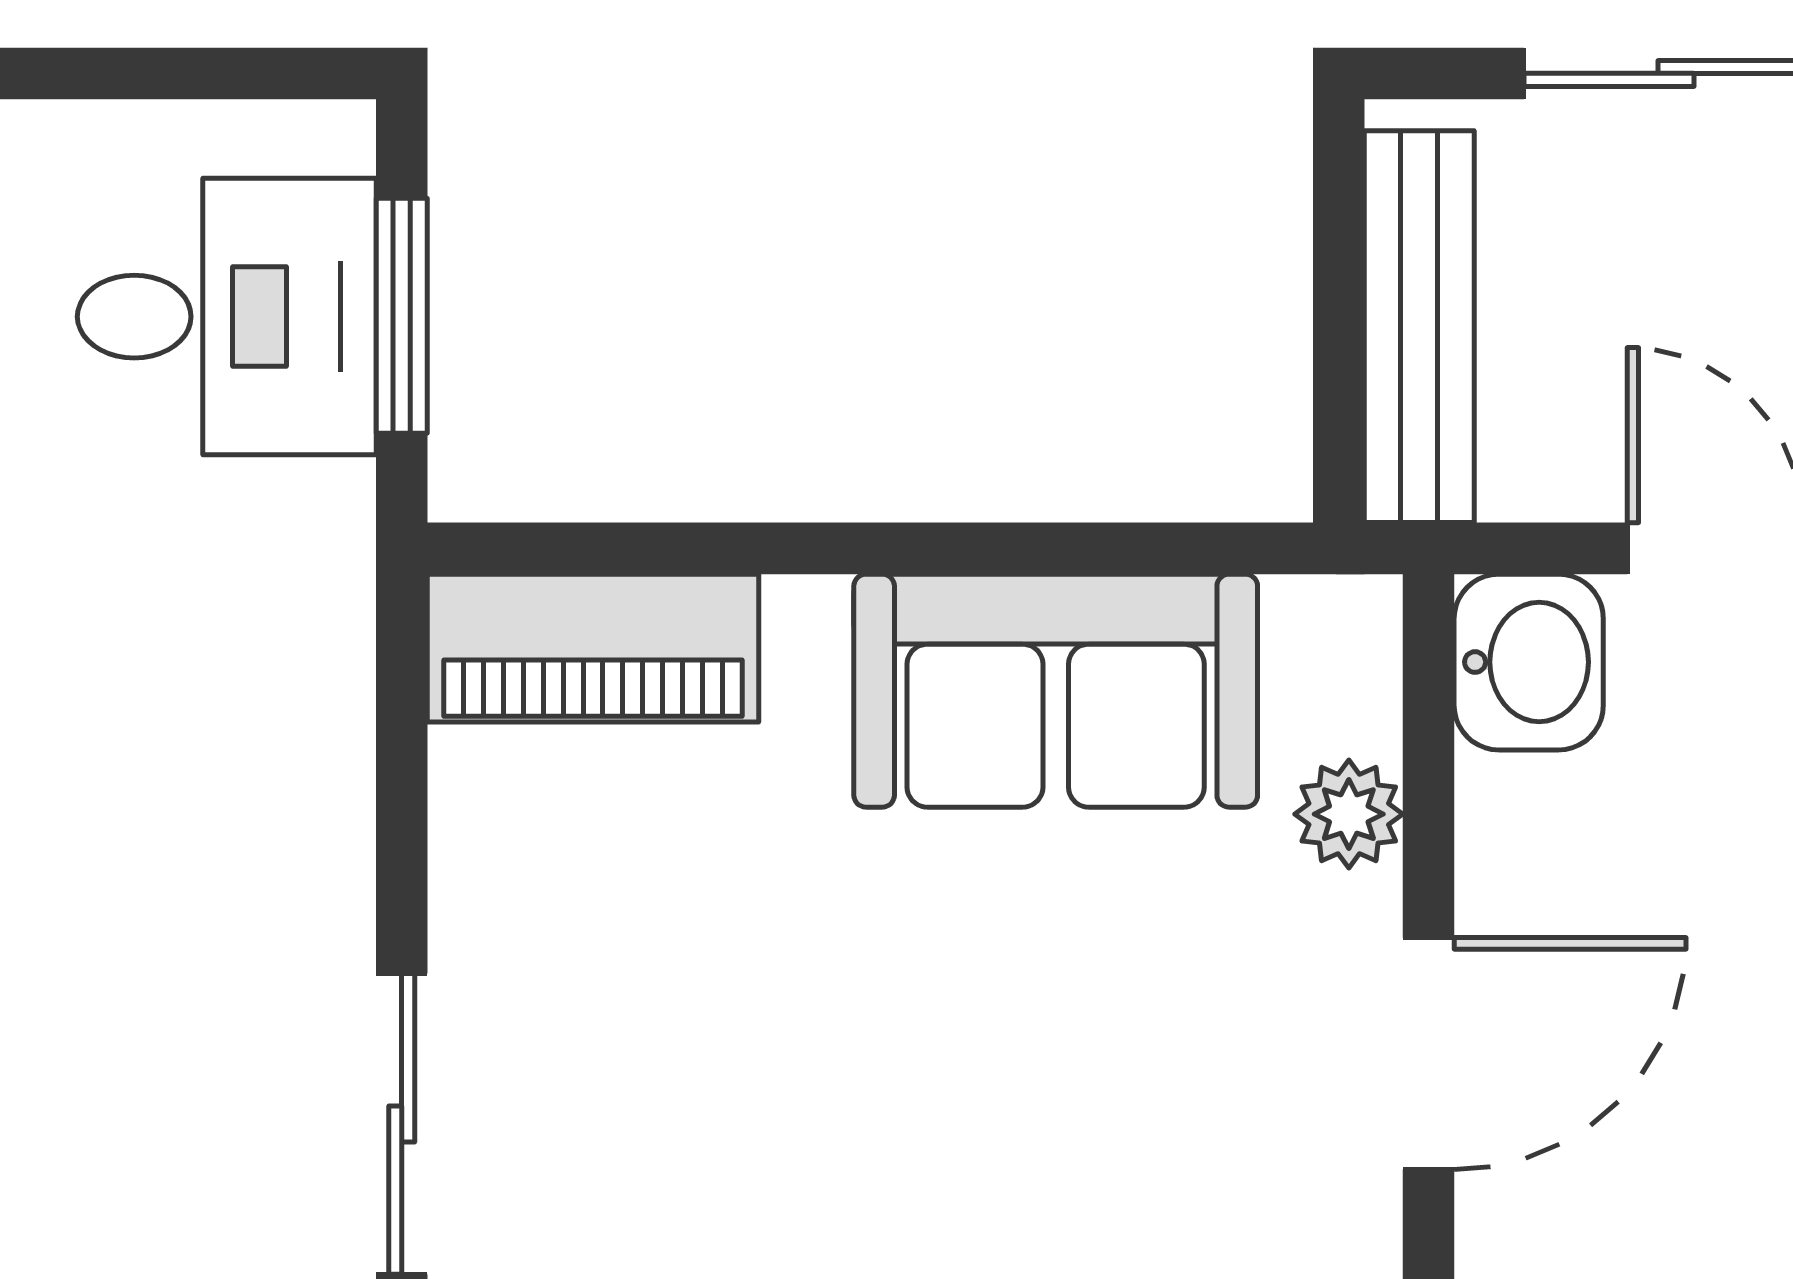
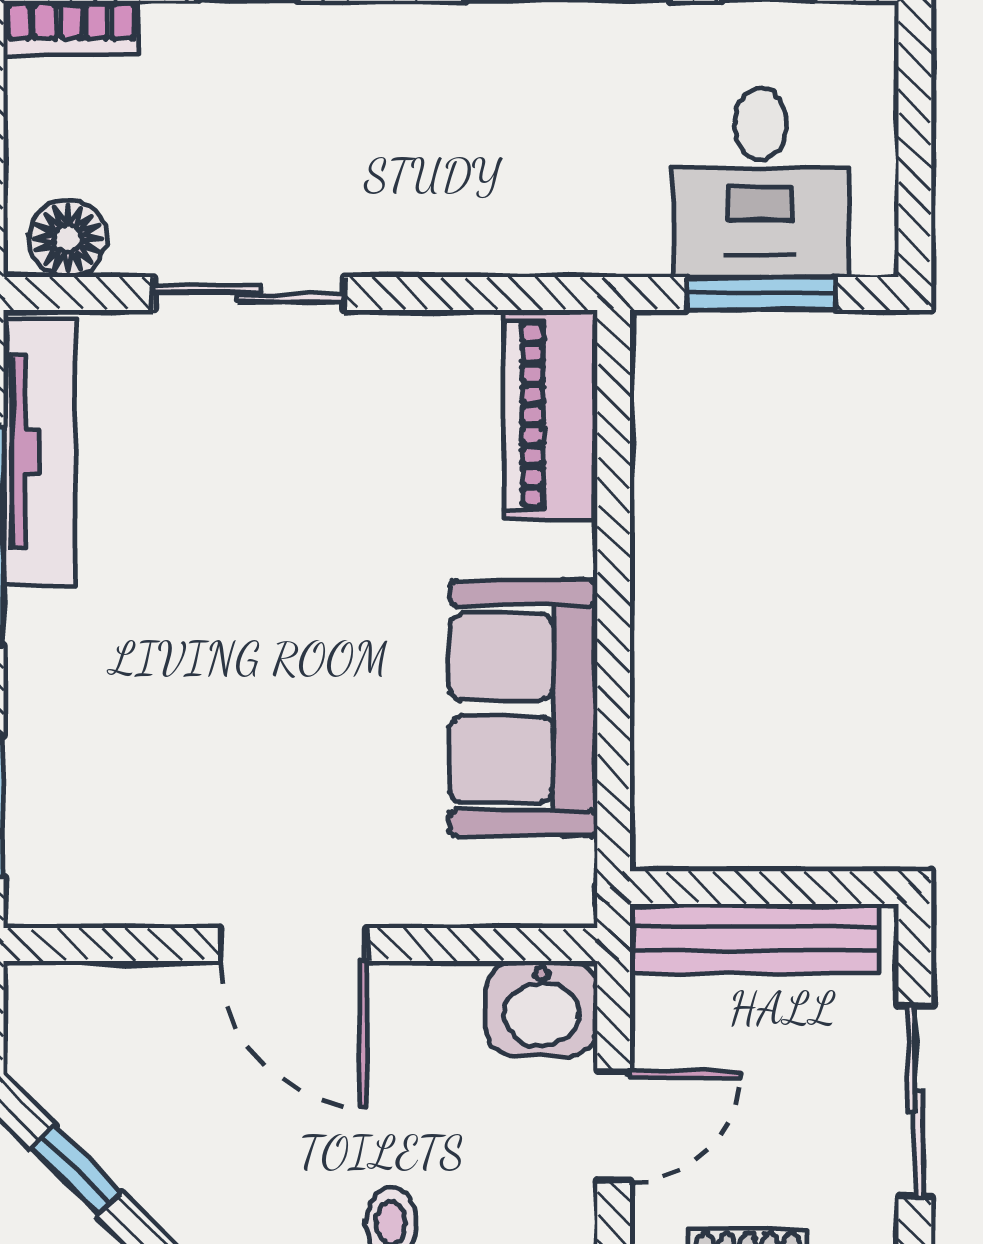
plant: (1349, 814) -> (445, 894), removed

